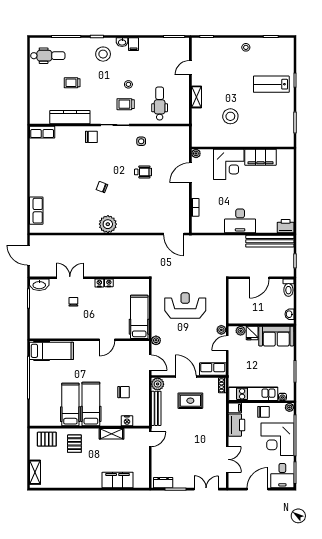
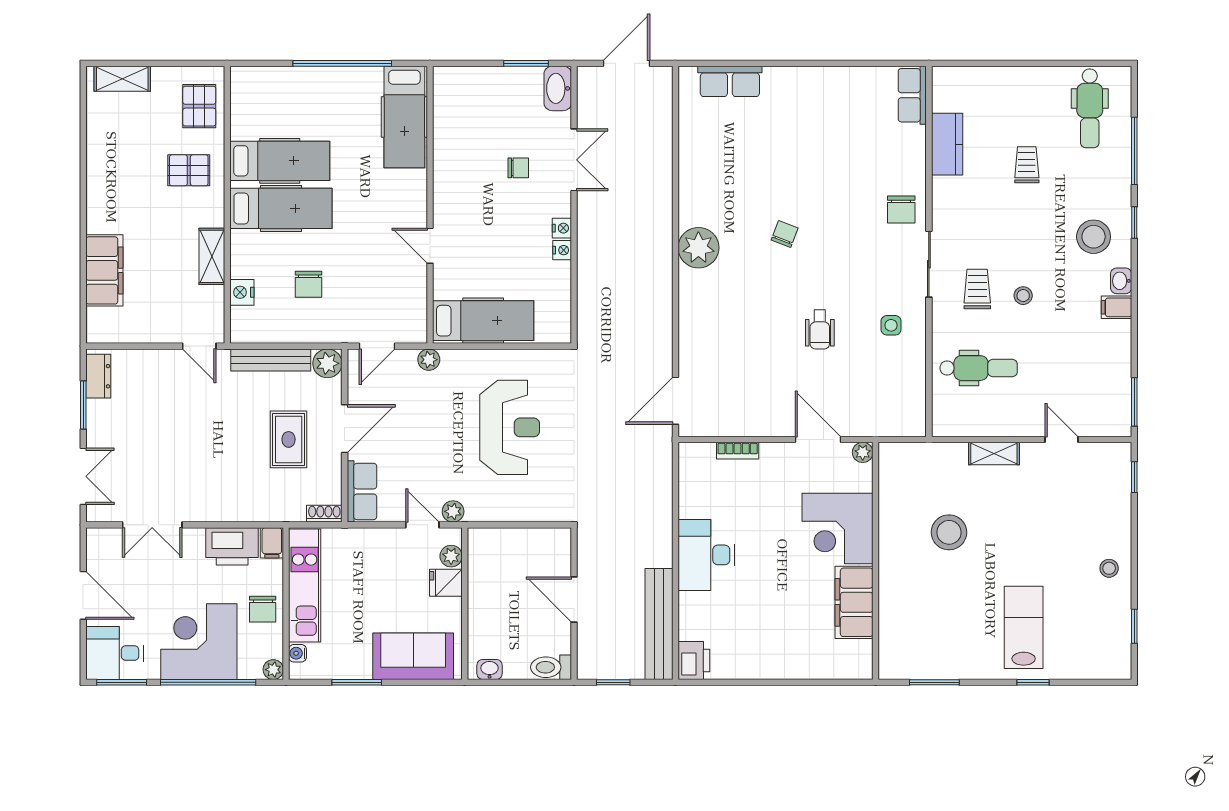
kitchen counter: (70, 117) -> (947, 144), width x0.67
sofa: (276, 336) -> (413, 656), moved, turned 90

